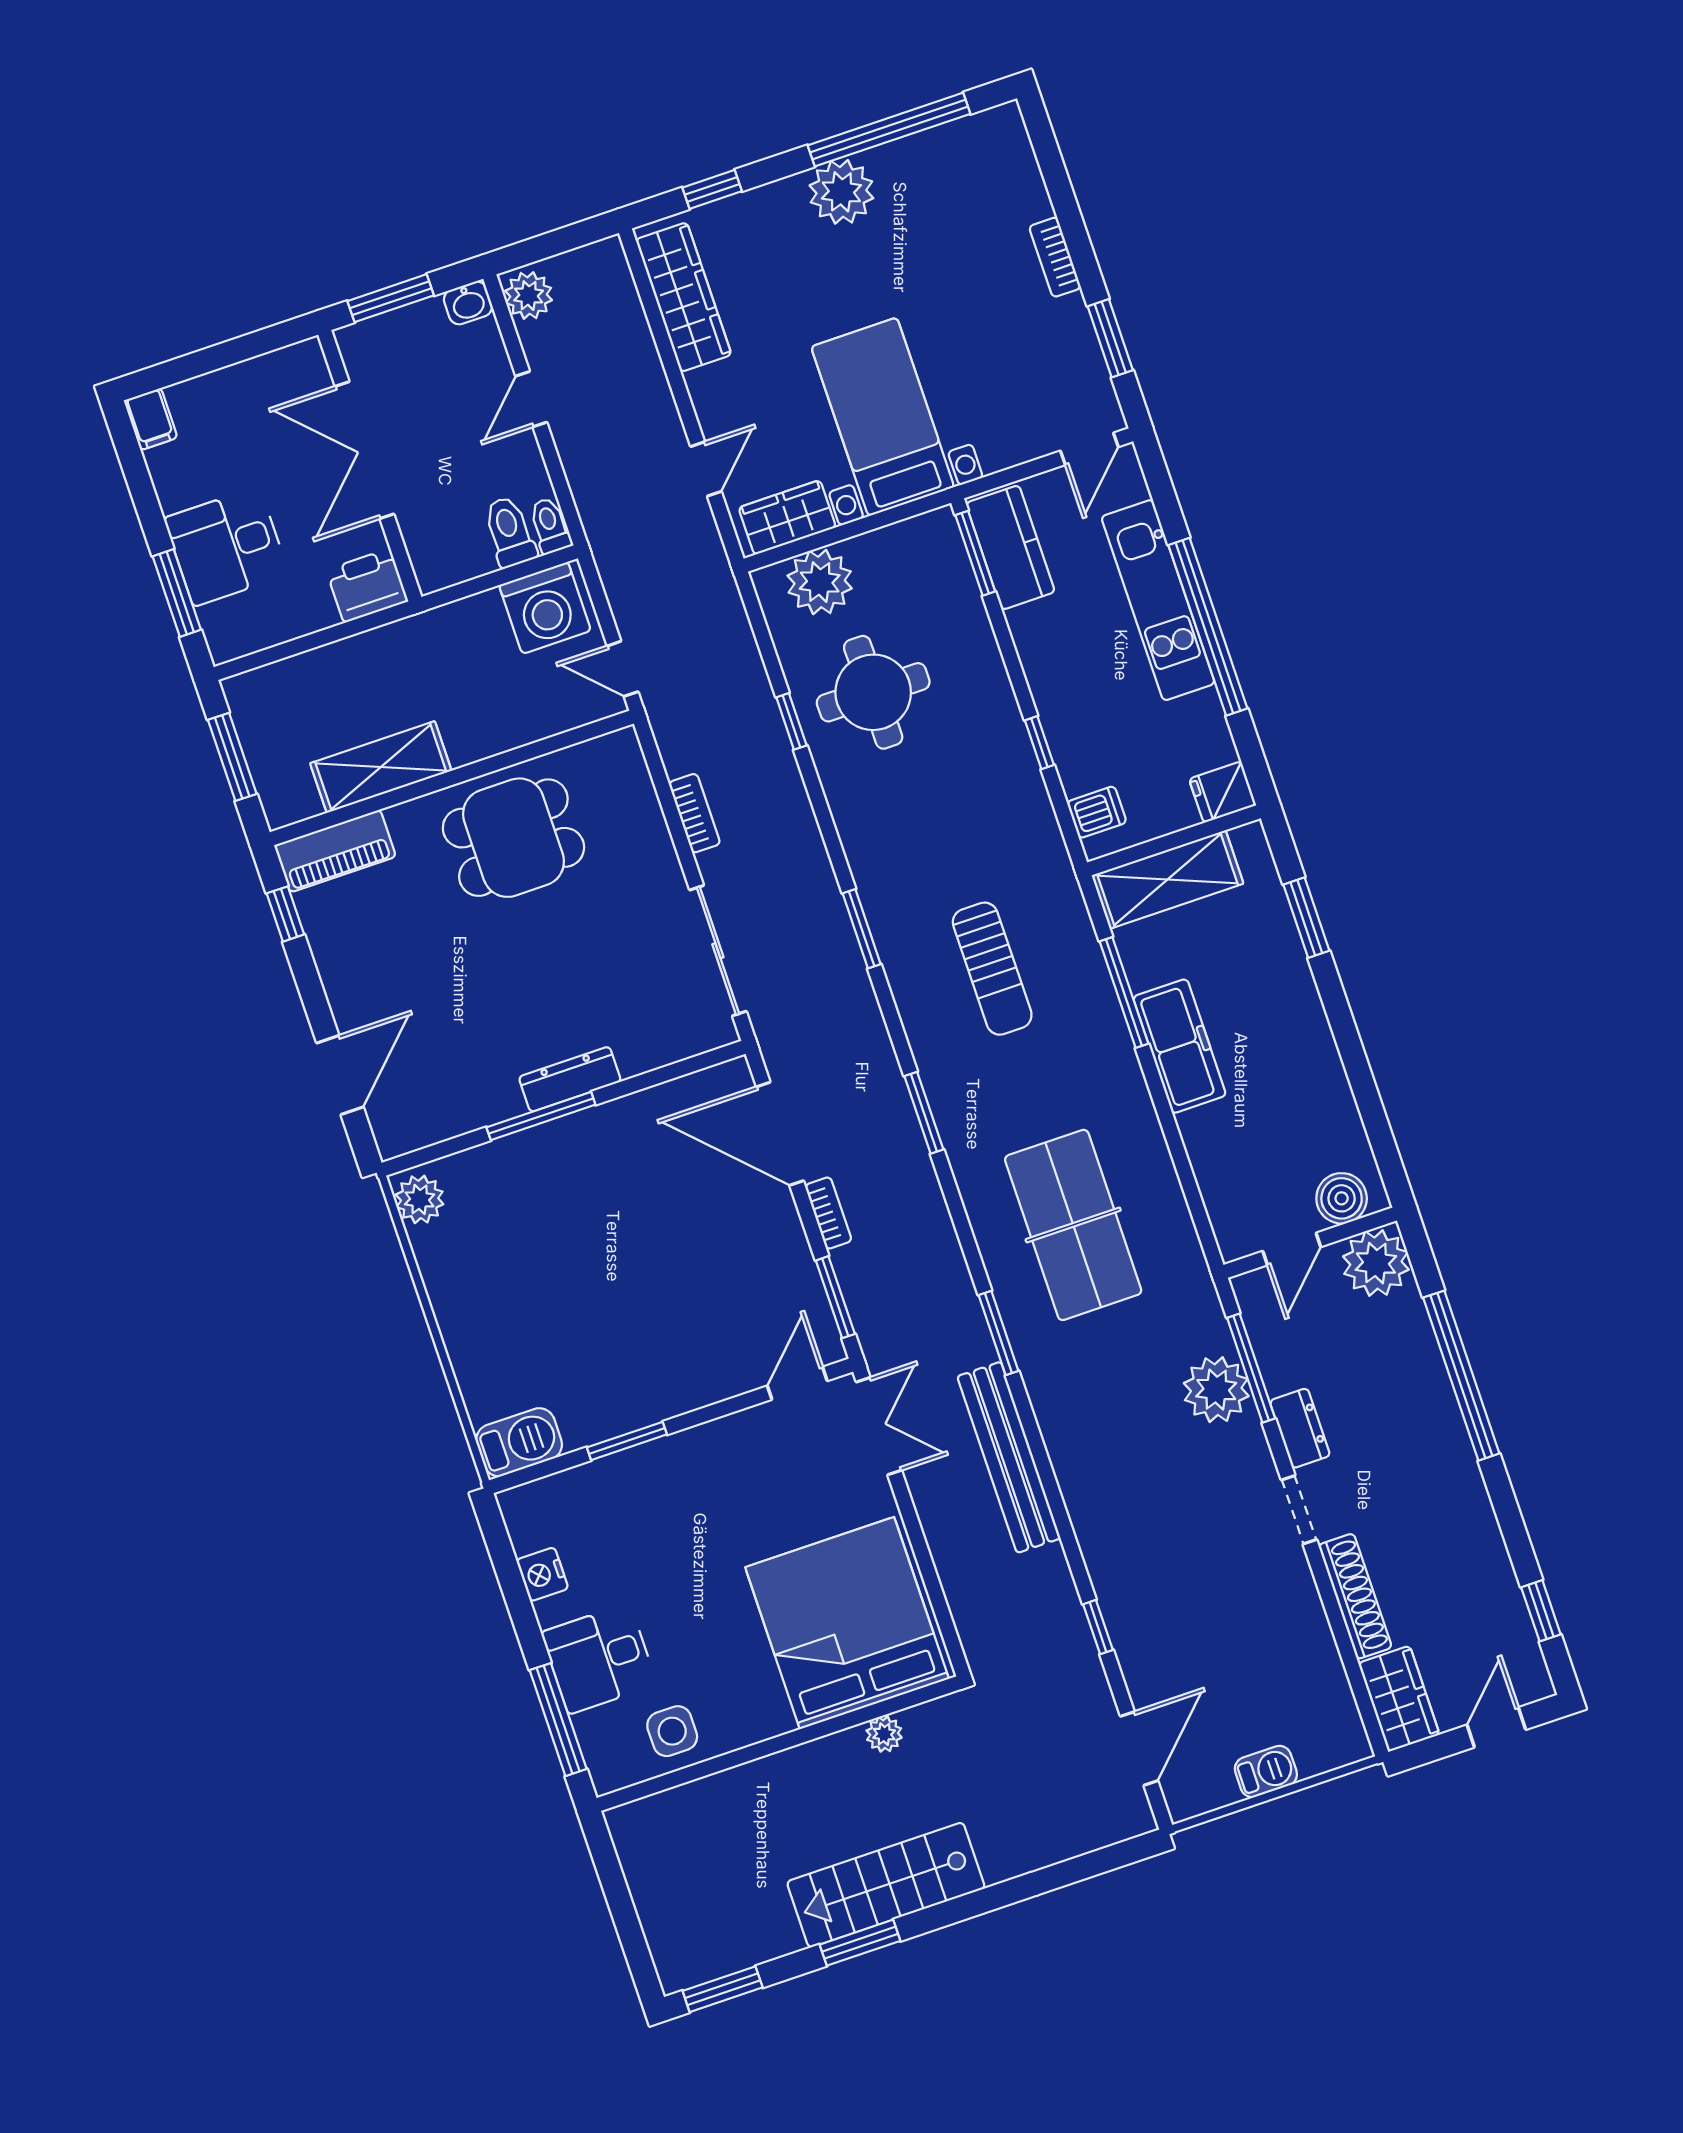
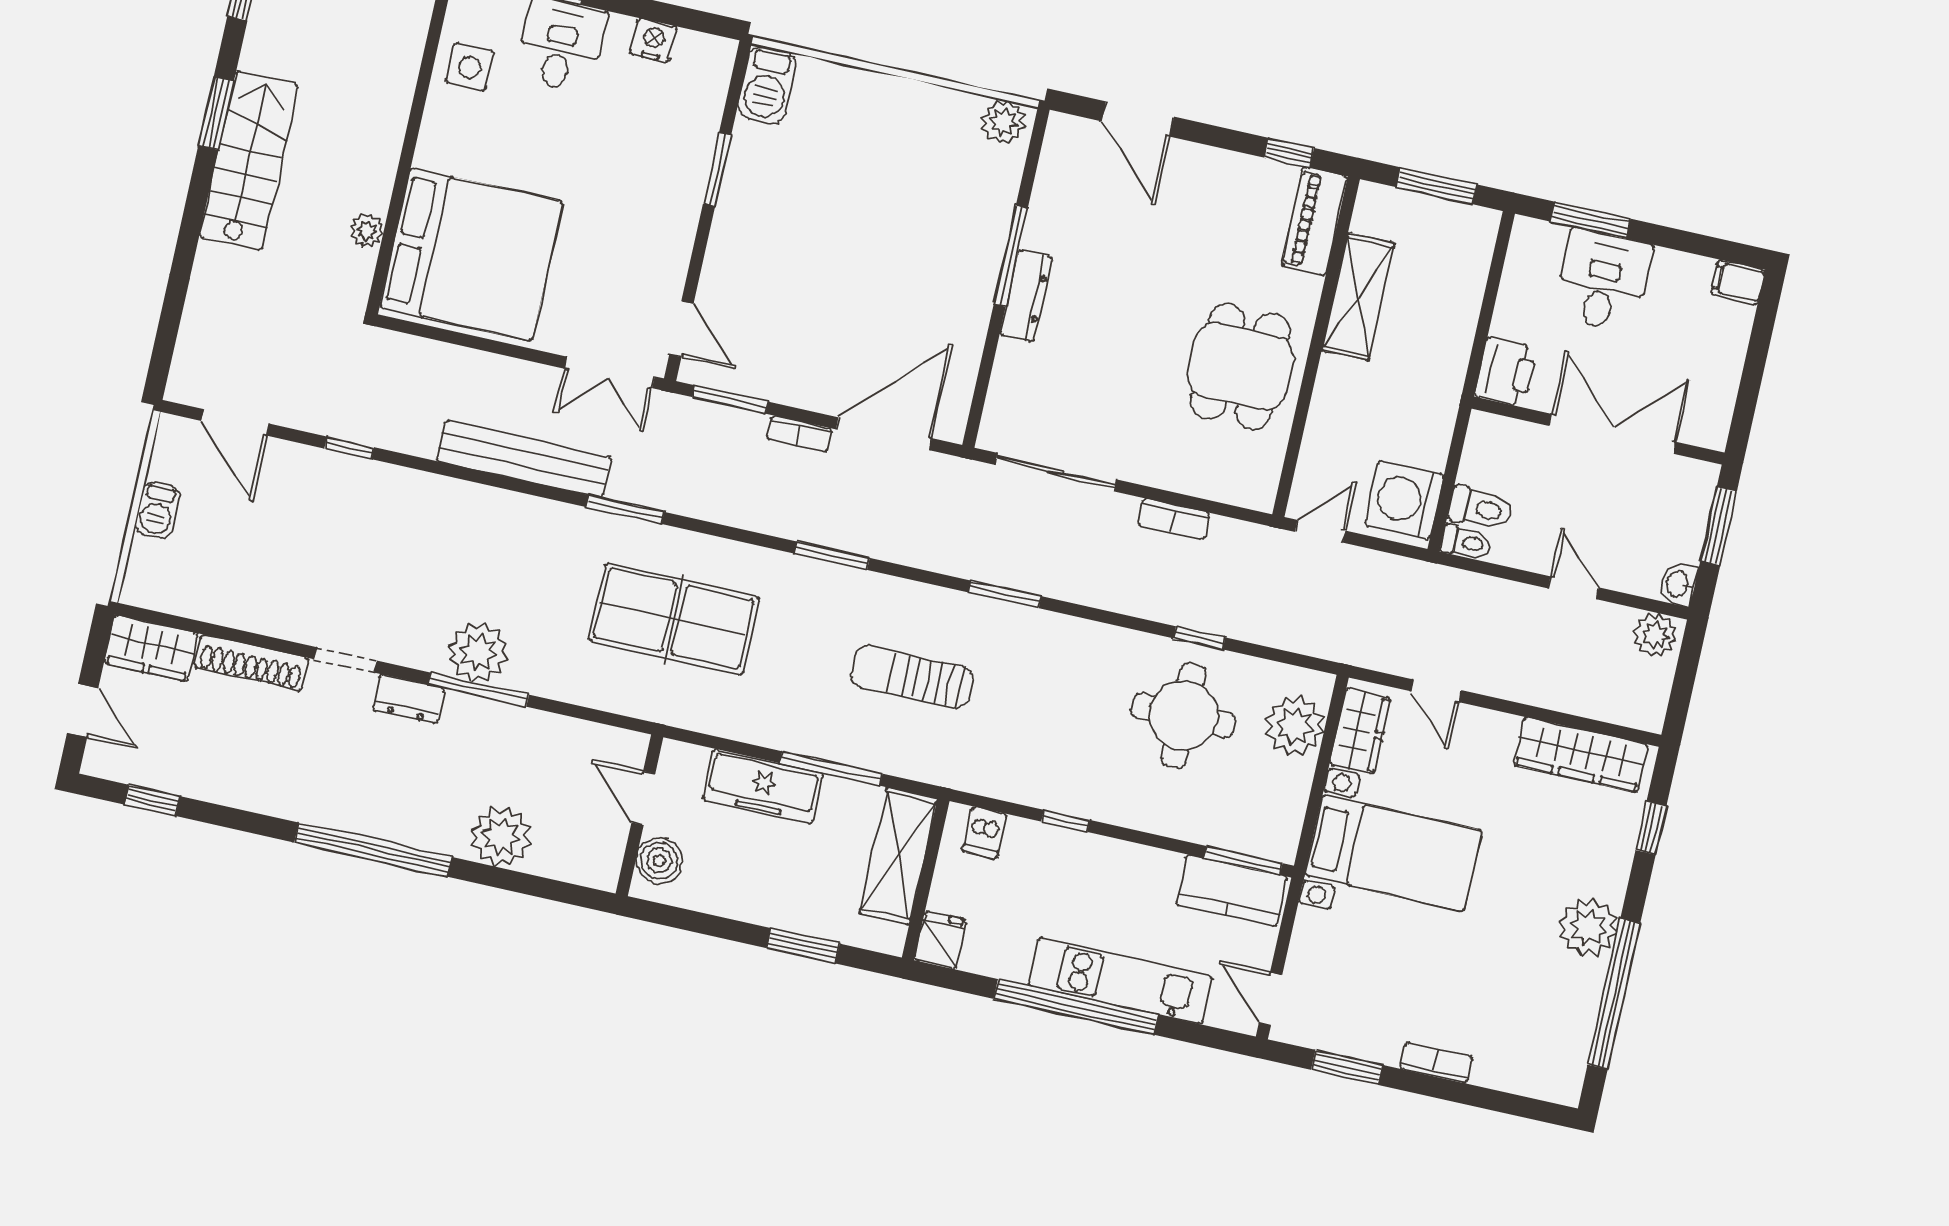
boiler: (1342, 1198) -> (659, 861), moved
wall: (1310, 1243) -> (639, 815), moved
door: (1292, 1249) -> (643, 798), moved

